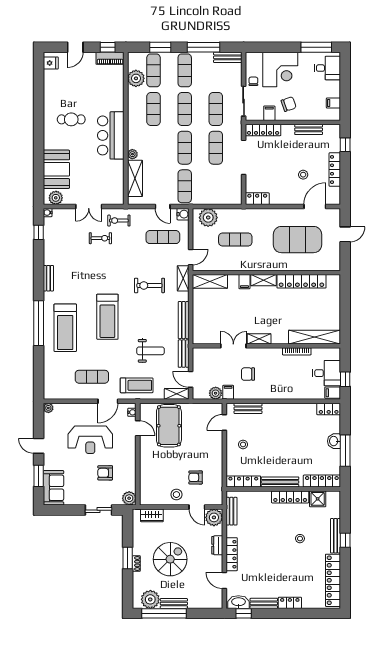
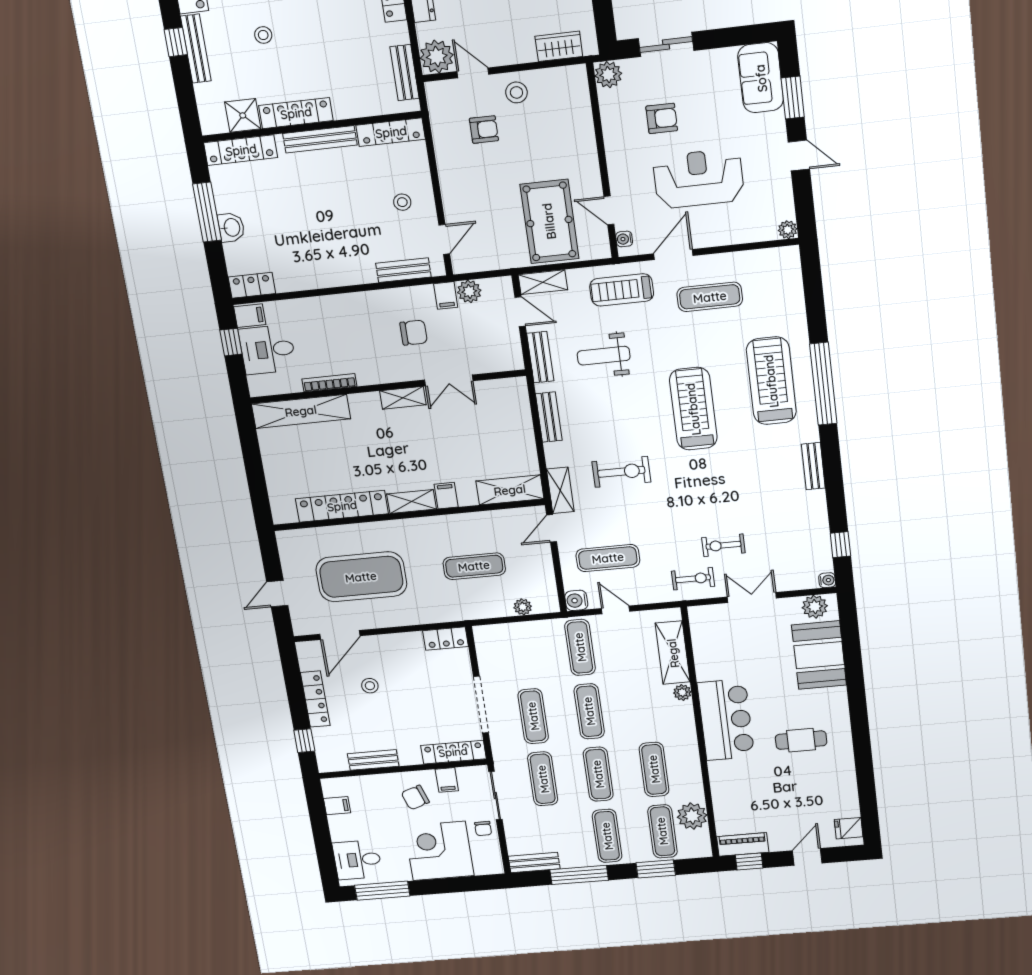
plant: (208, 217) -> (523, 607), width x0.53, depth x0.53
bench: (184, 320) -> (549, 417), width x0.73

